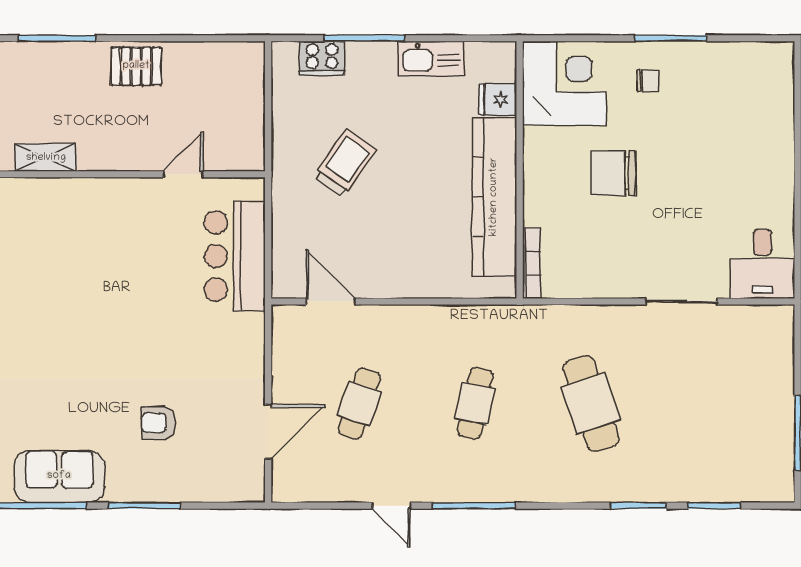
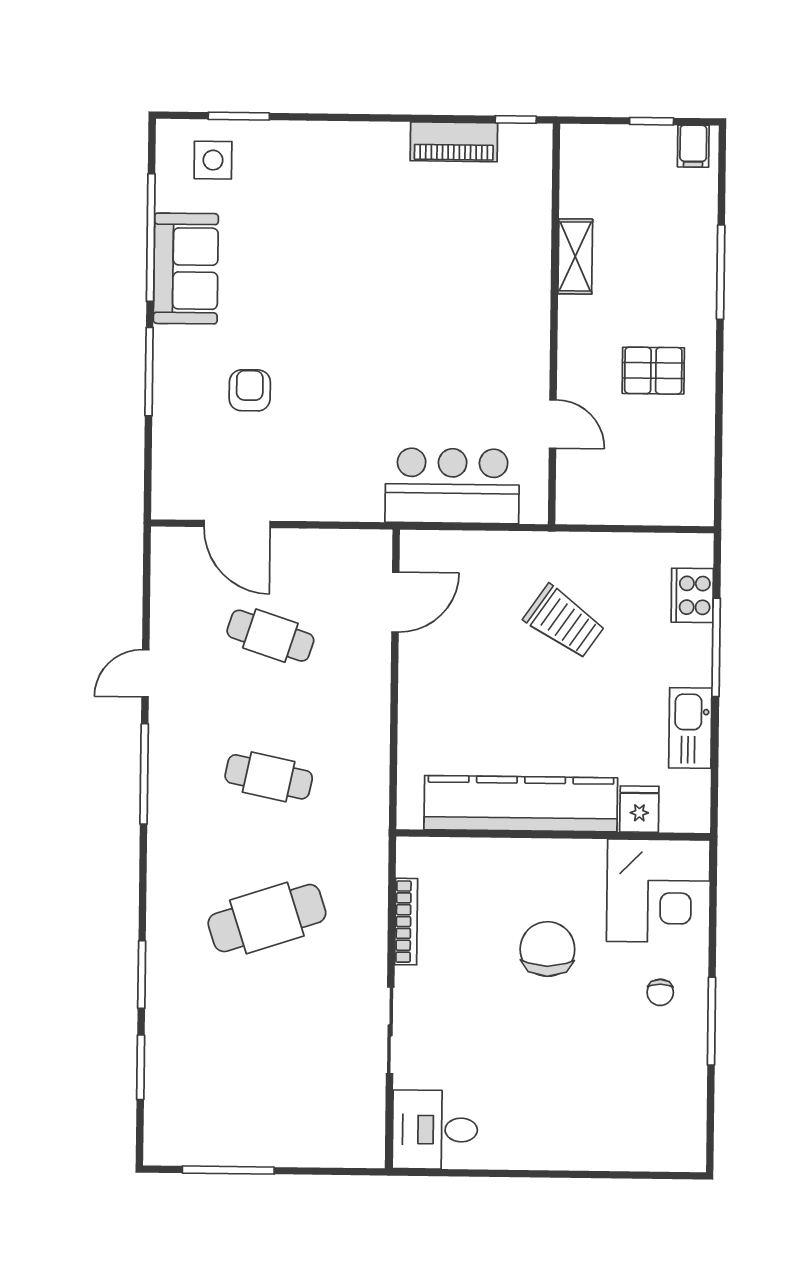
pallet: (136, 66) -> (653, 371), moved, turned 90
bookcase: (532, 263) -> (406, 922), moved, turned -90

